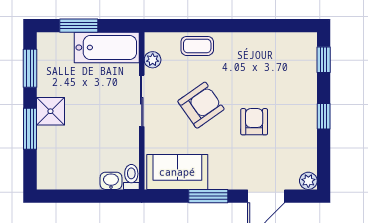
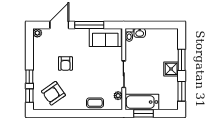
window: (79, 26) -> (143, 113), moved
armchair: (201, 105) -> (53, 93), moved
window: (324, 116) -> (29, 77), moved
window: (208, 196) -> (89, 25), width x1.44

